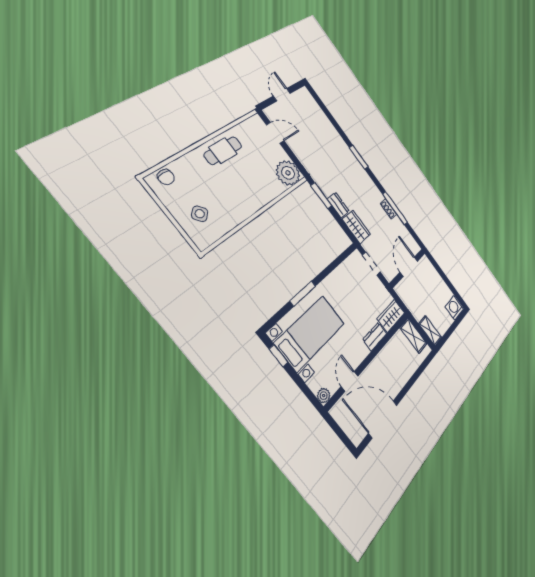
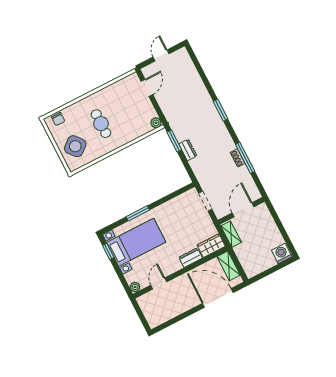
door: (275, 133) -> (147, 88), hinge flipped
cafe table: (223, 151) -> (101, 124), moved, turned 90
plant: (288, 173) -> (156, 123), width x0.53, depth x0.53
side table: (200, 214) -> (75, 146), width x1.87, depth x1.87
wardrobe: (356, 227) -> (200, 170), removed
shelving: (430, 331) -> (231, 234), moved
door: (383, 419) -> (218, 298), moved

